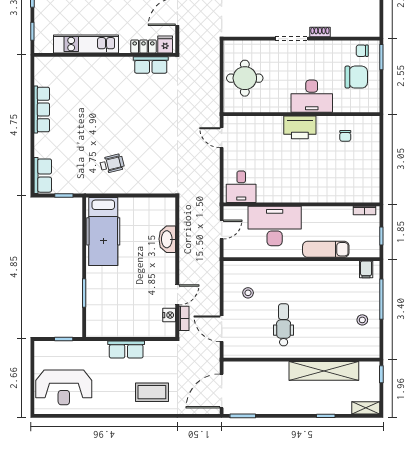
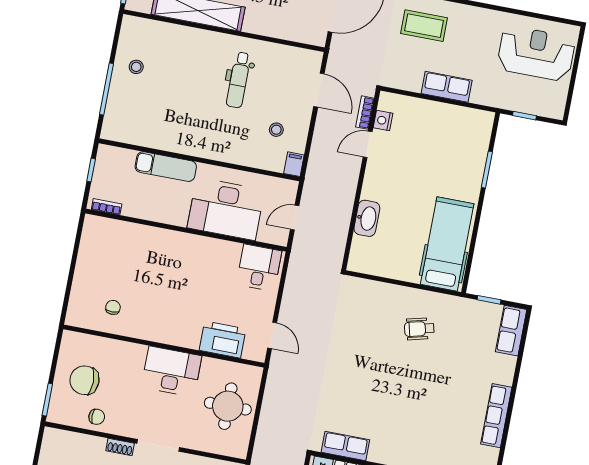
chair: (362, 51) -> (97, 417), moved
desk: (312, 96) -> (172, 371), moved
printer: (300, 127) -> (223, 340), moved
filing cabinet: (366, 269) -> (294, 164), moved

